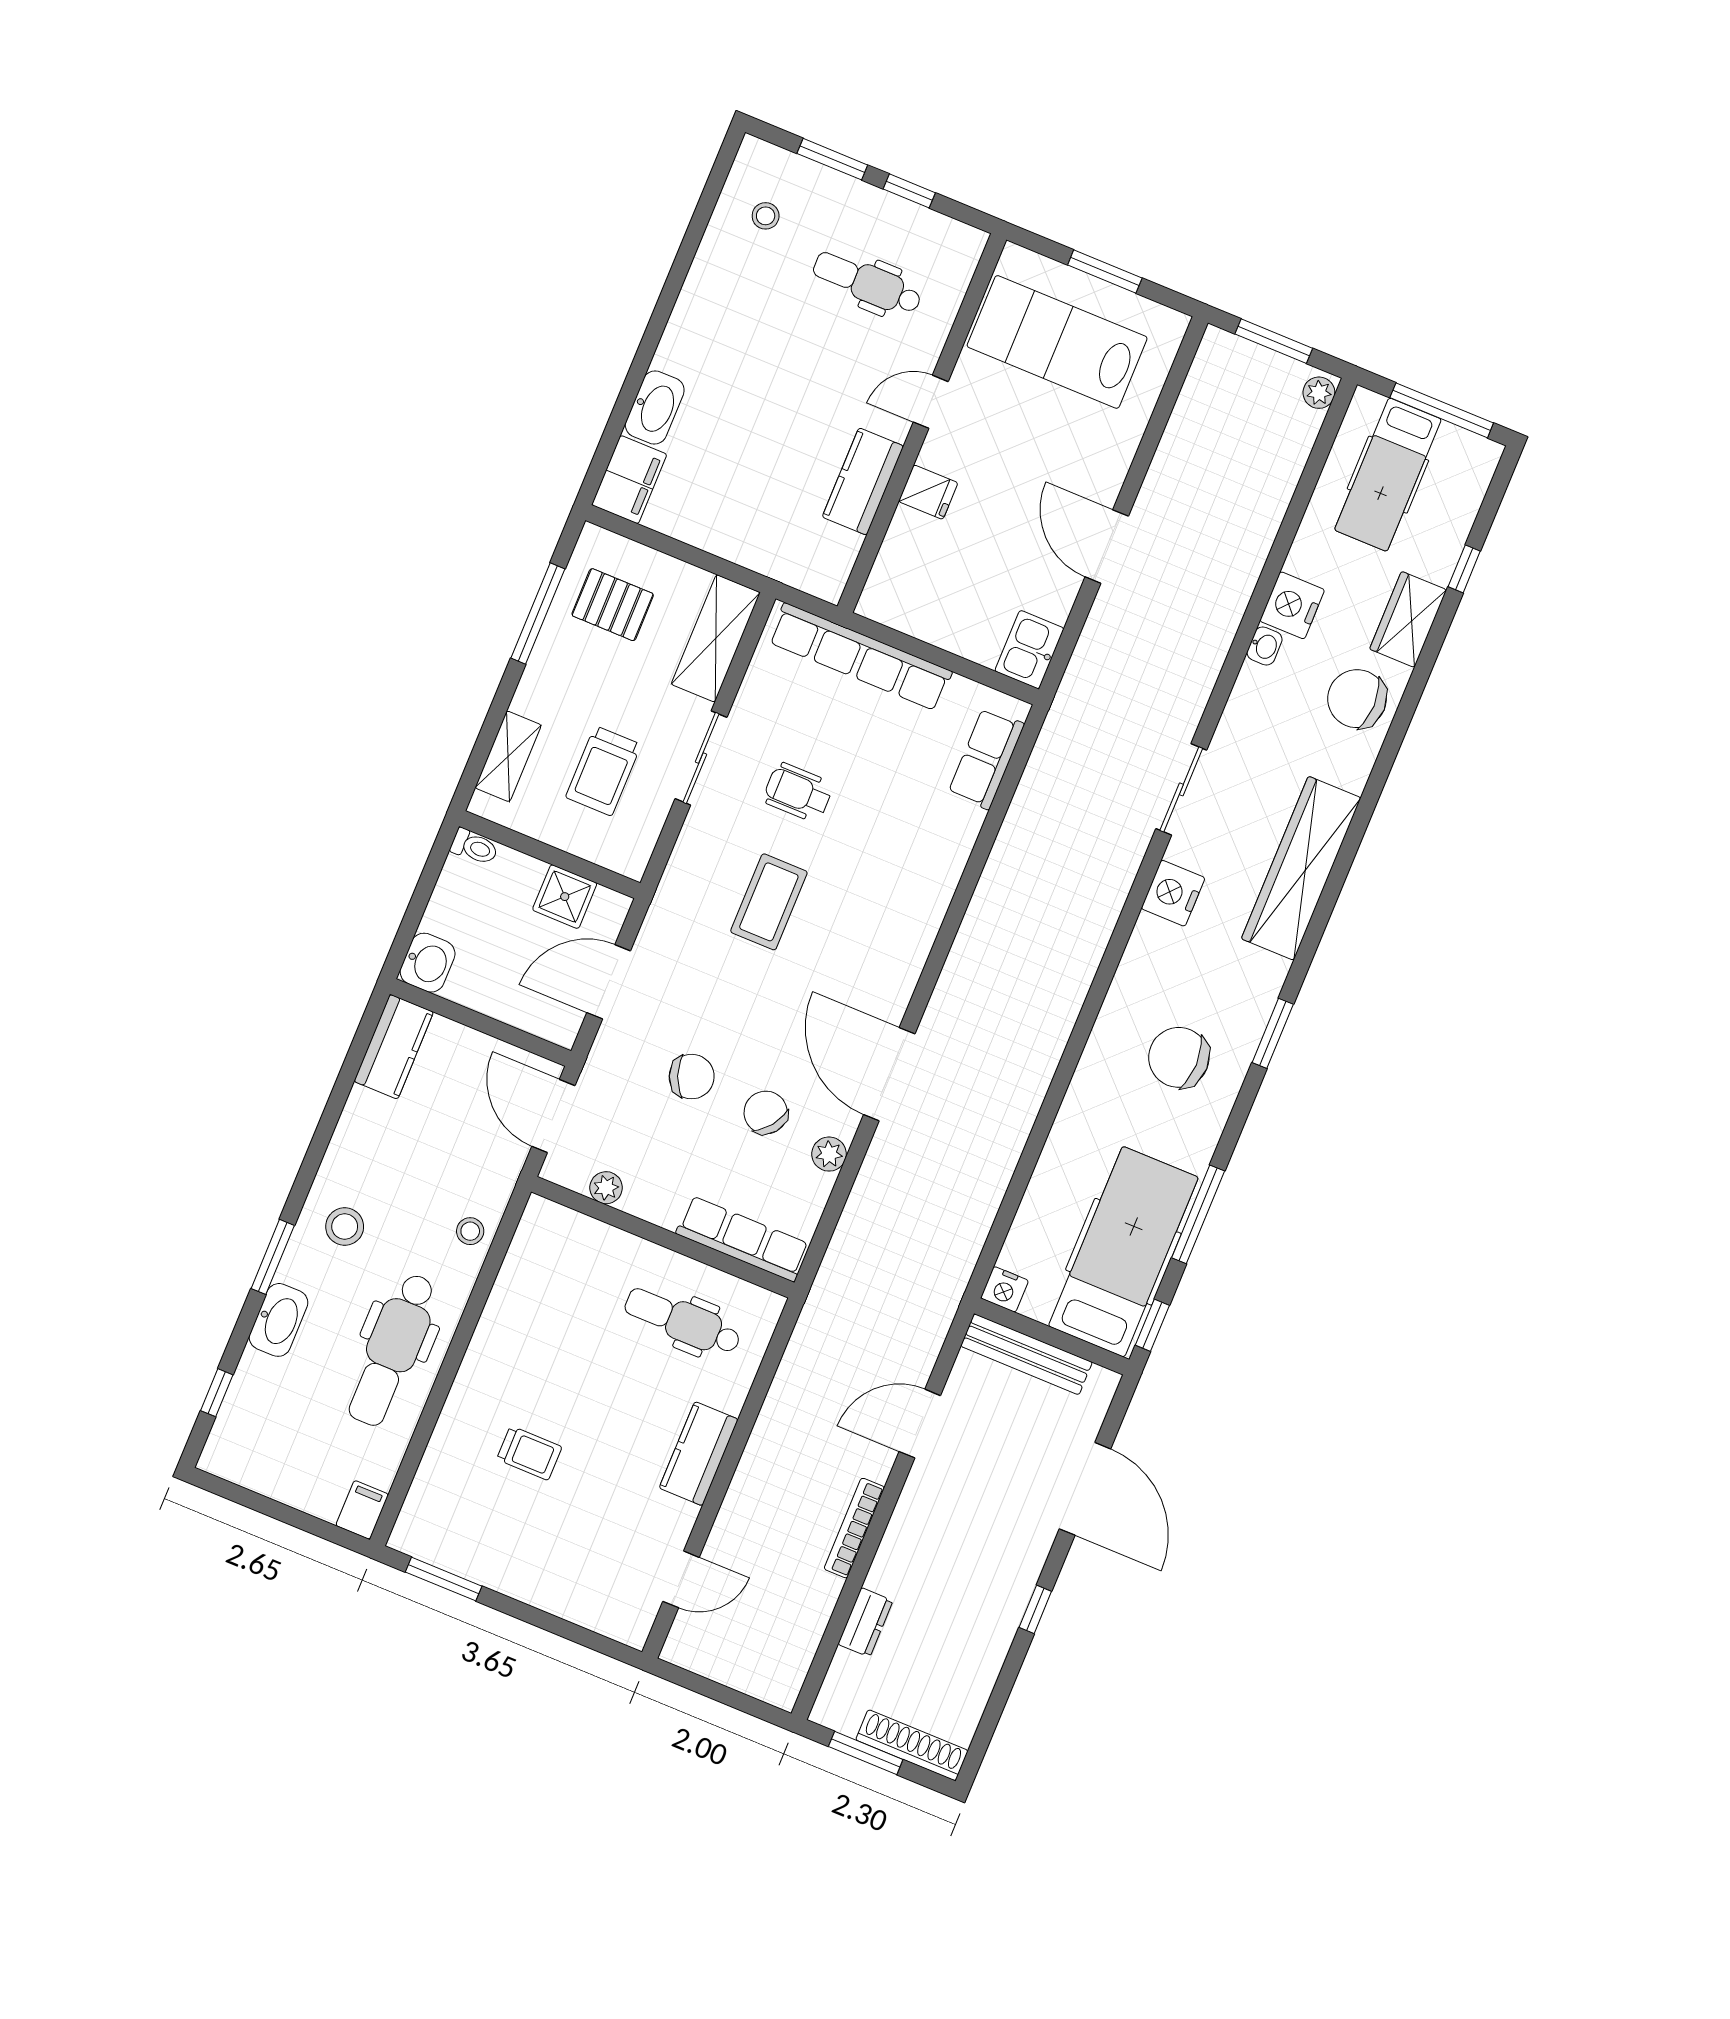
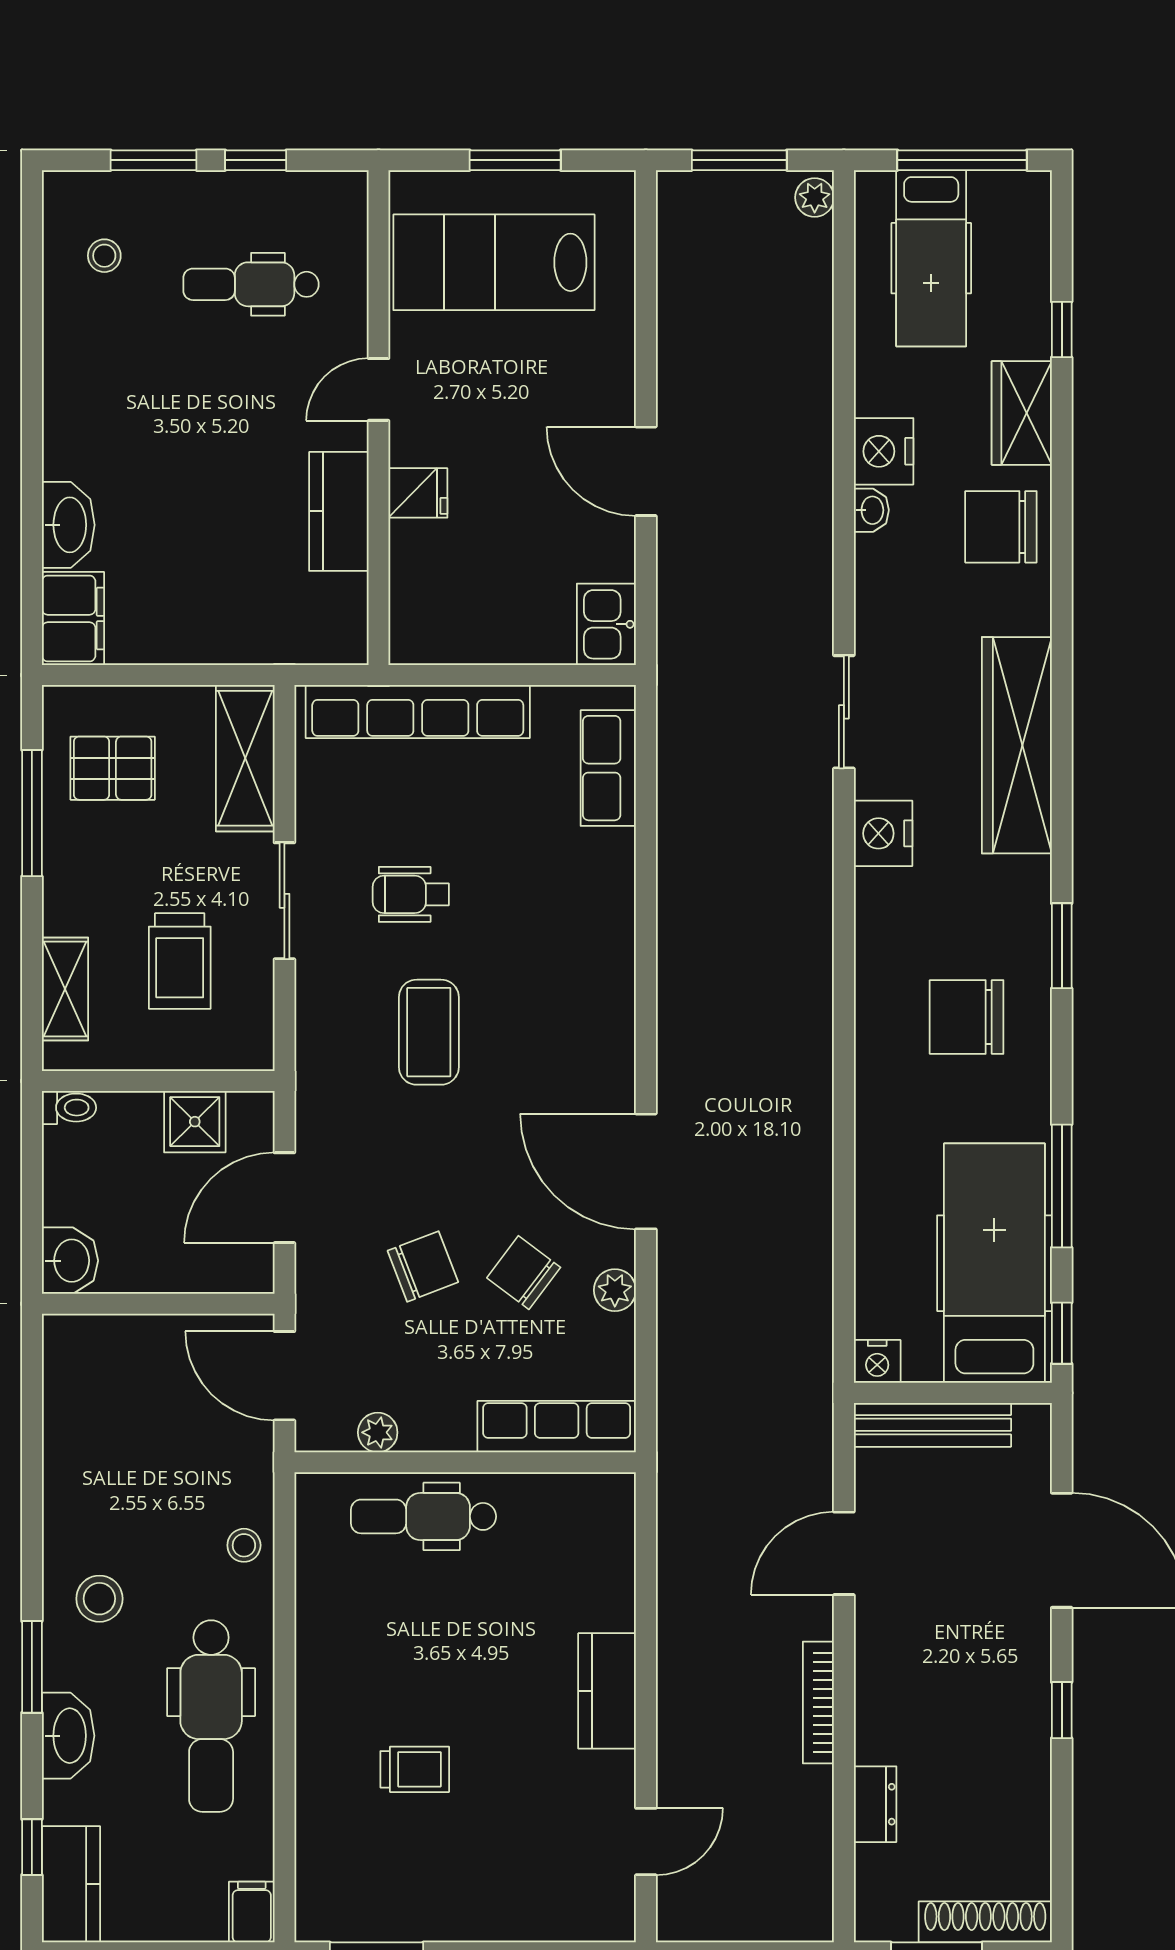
kitchen counter: (394, 1047) -> (71, 1884), moved
dental chair: (683, 1321) -> (423, 1516), moved

